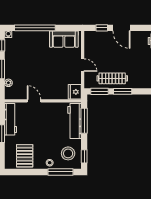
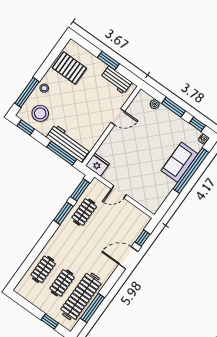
sofa: (64, 39) -> (180, 162), moved
clothes rail: (112, 78) -> (84, 212), width x0.73
workbench: (11, 119) -> (116, 80), width x0.73

